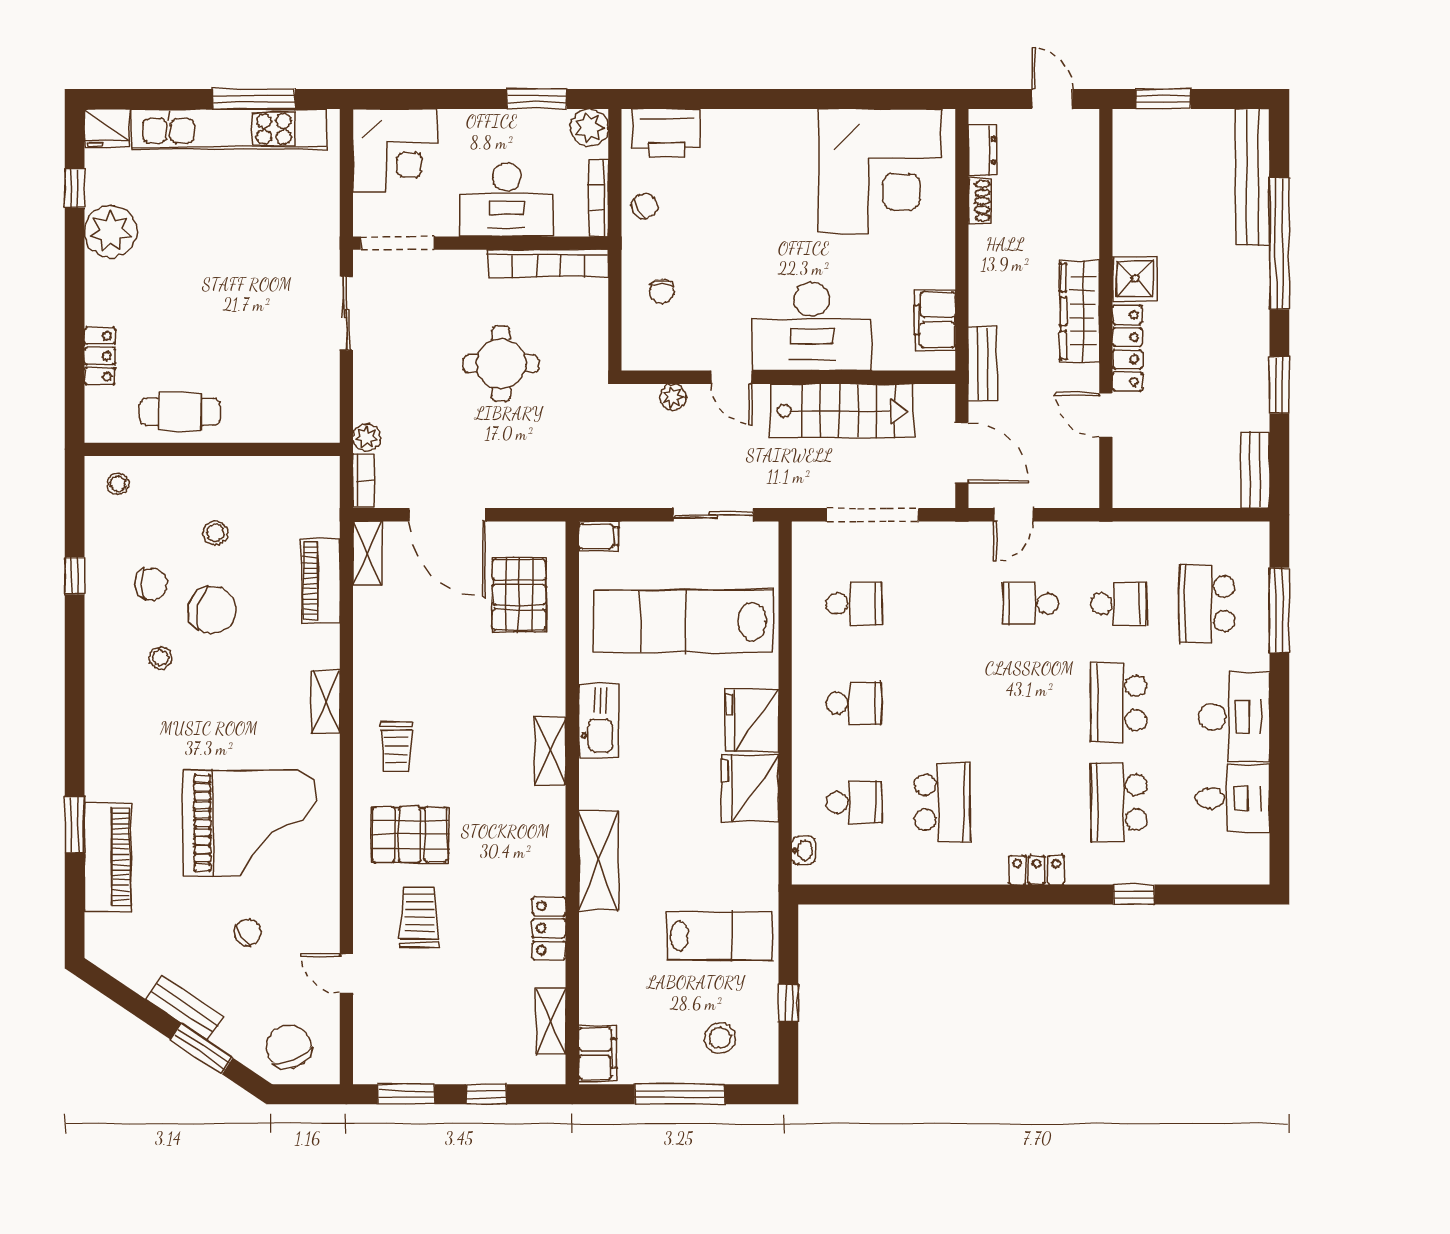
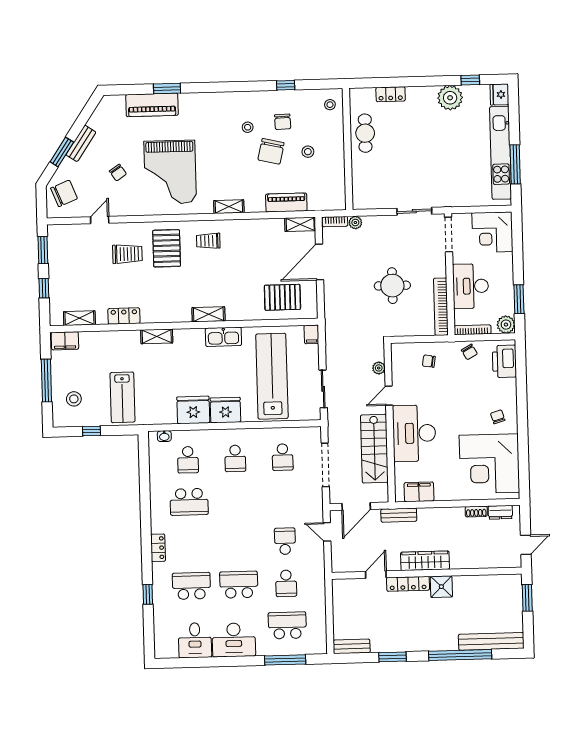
chair: (782, 151) -> (498, 417), added
shelving: (599, 860) -> (157, 336), width x0.67, depth x0.75

